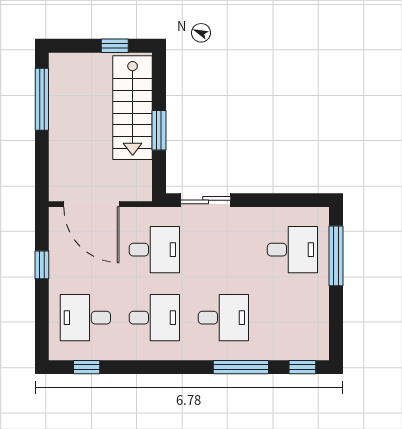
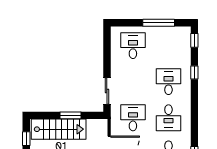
window: (336, 256) -> (159, 23), moved
desk: (154, 318) -> (168, 118), turned 180
window: (241, 367) -> (194, 72), width x0.46

